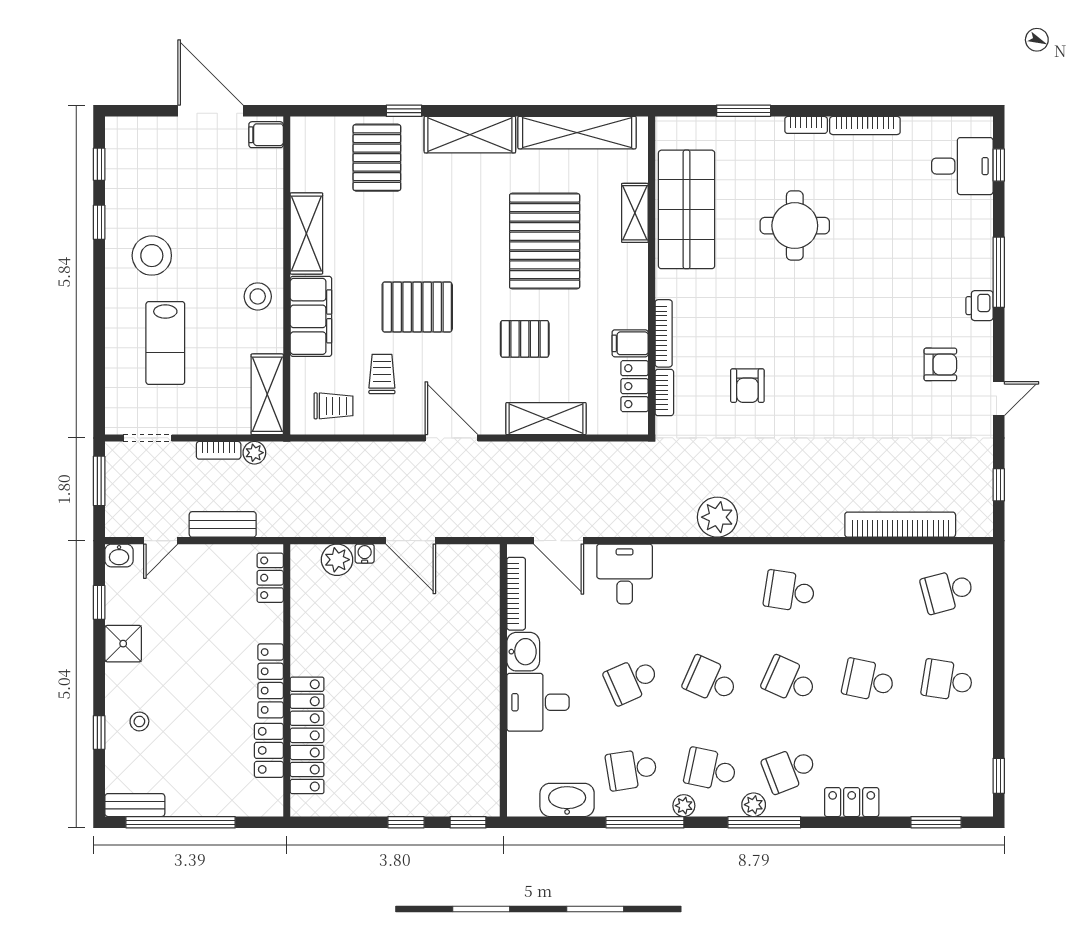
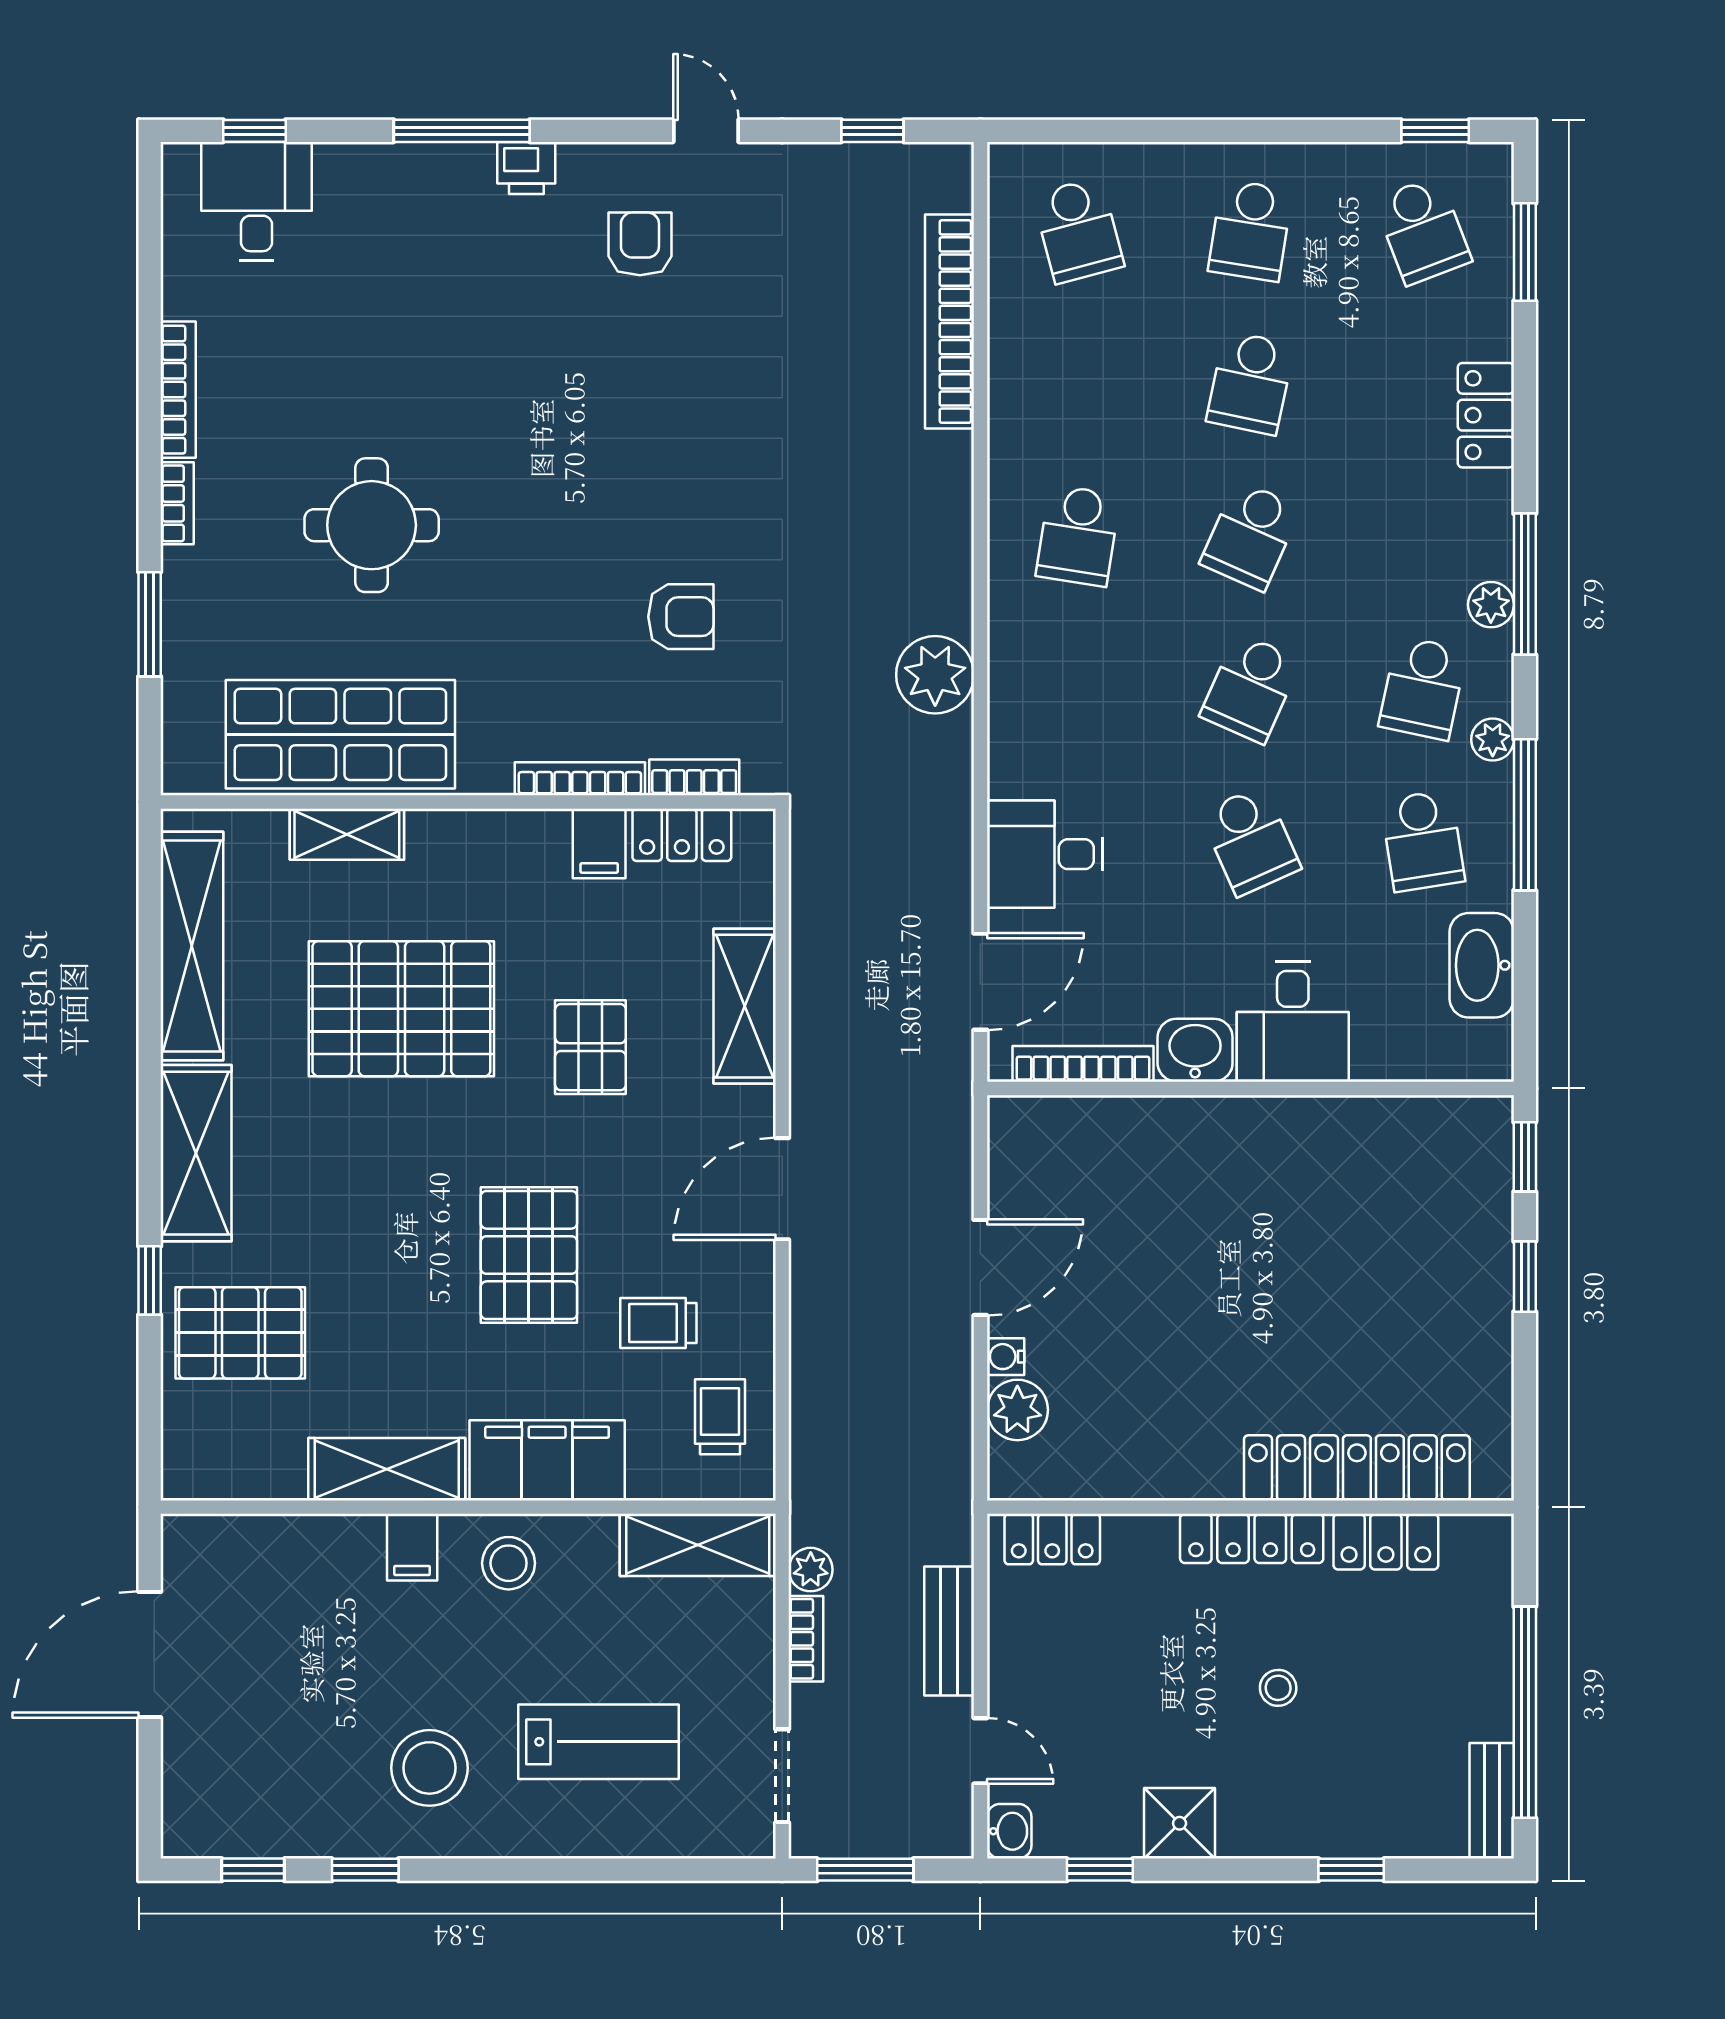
filing cabinet: (266, 135) -> (412, 1547), moved
stool: (139, 721) -> (1278, 1688), moved
school desk: (789, 769) -> (1423, 230), moved

